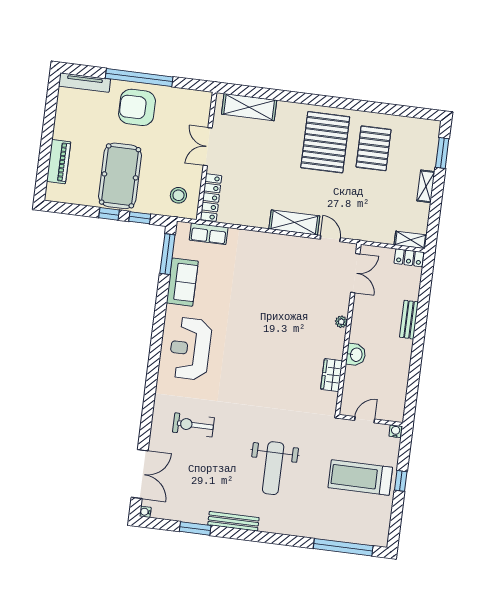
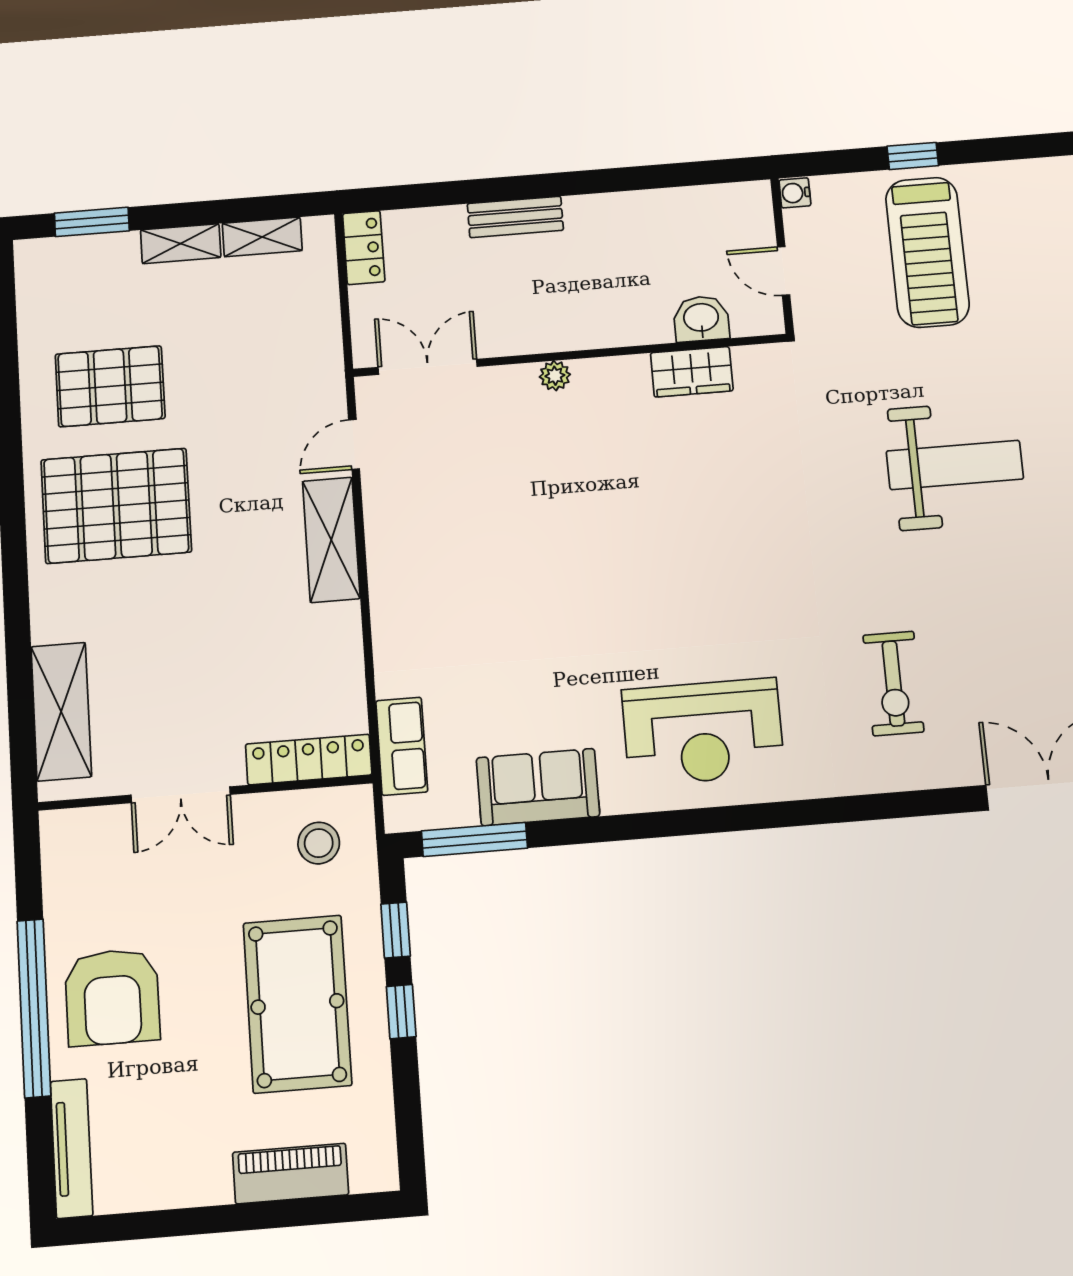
pool table: (120, 176) -> (297, 1004), turned 90
shelving: (410, 240) -> (262, 237), moved, turned 90
washbasin: (356, 355) -> (701, 319), moved

